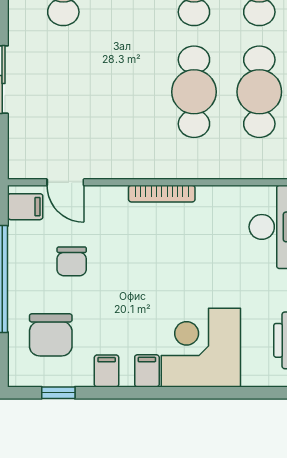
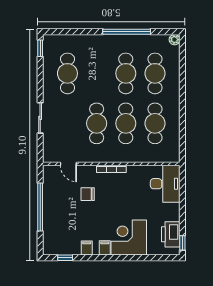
cafe table: (129, 92) -> (97, 123), added
filing cabinet: (25, 207) -> (50, 175), removed
chair: (72, 261) -> (88, 194), moved, turned 90
chair: (51, 335) -> (62, 232), removed

